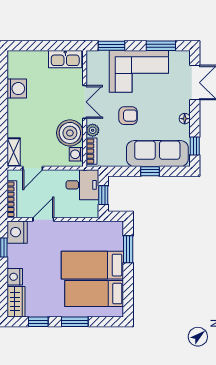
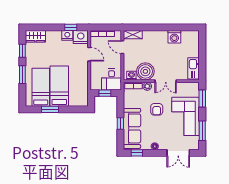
window: (128, 249) -> (50, 109), moved
nightstand: (15, 277) -> (67, 35), moved

